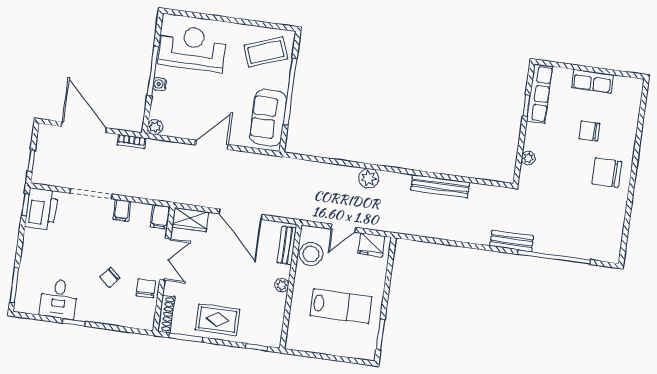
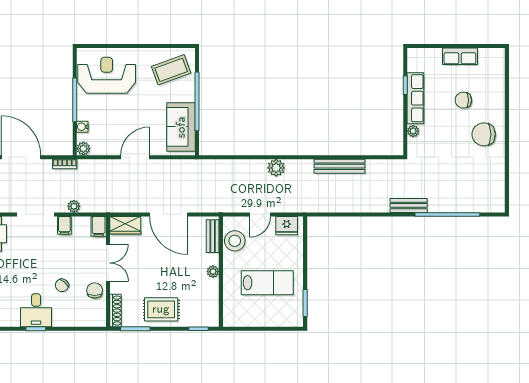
water cooler: (160, 84) -> (82, 127), moved
row of seats: (540, 94) -> (415, 98), moved
plant: (135, 190) -> (74, 206), added
desk: (59, 299) -> (36, 310), moved

